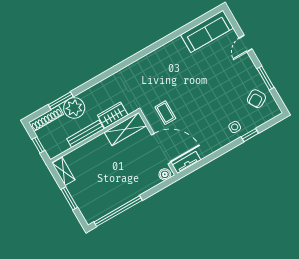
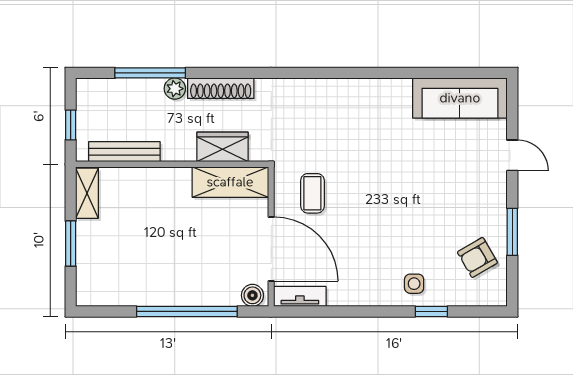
door: (246, 44) -> (512, 155), swing flipped
window: (61, 101) -> (150, 73), width x1.44
plant: (74, 108) -> (175, 89), width x0.53, depth x0.53
shoe rack: (46, 118) -> (221, 88), moved
bench: (85, 134) -> (124, 152), moved
window: (118, 211) -> (187, 311), moved

